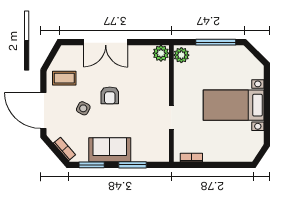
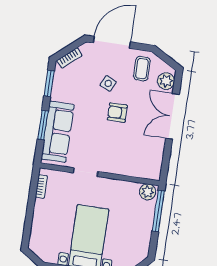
window: (216, 42) -> (158, 211), moved
plant: (161, 53) -> (166, 81), moved
sofa: (110, 150) -> (58, 132), moved, width x1.36

